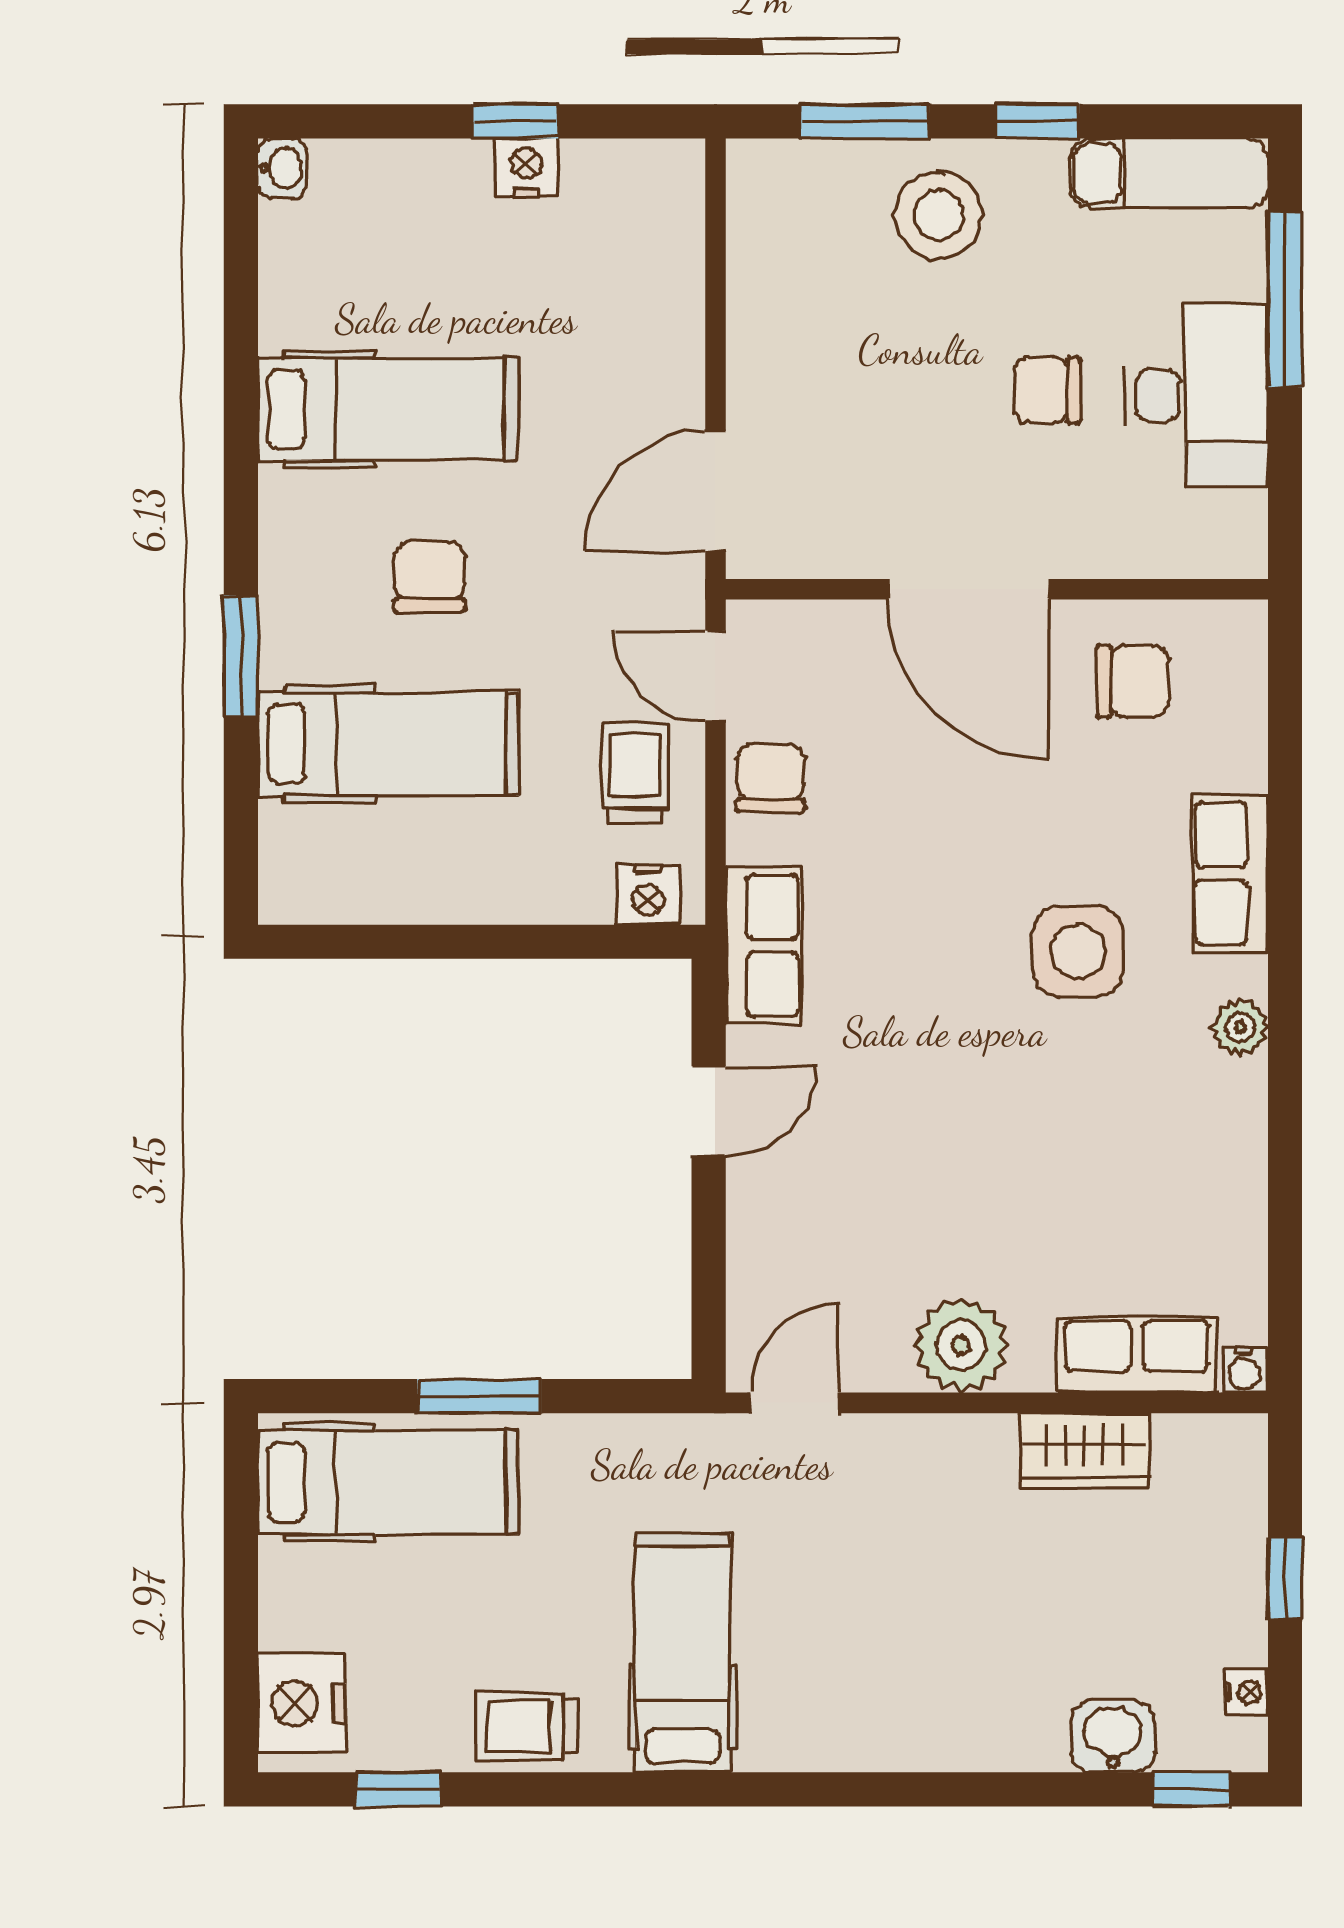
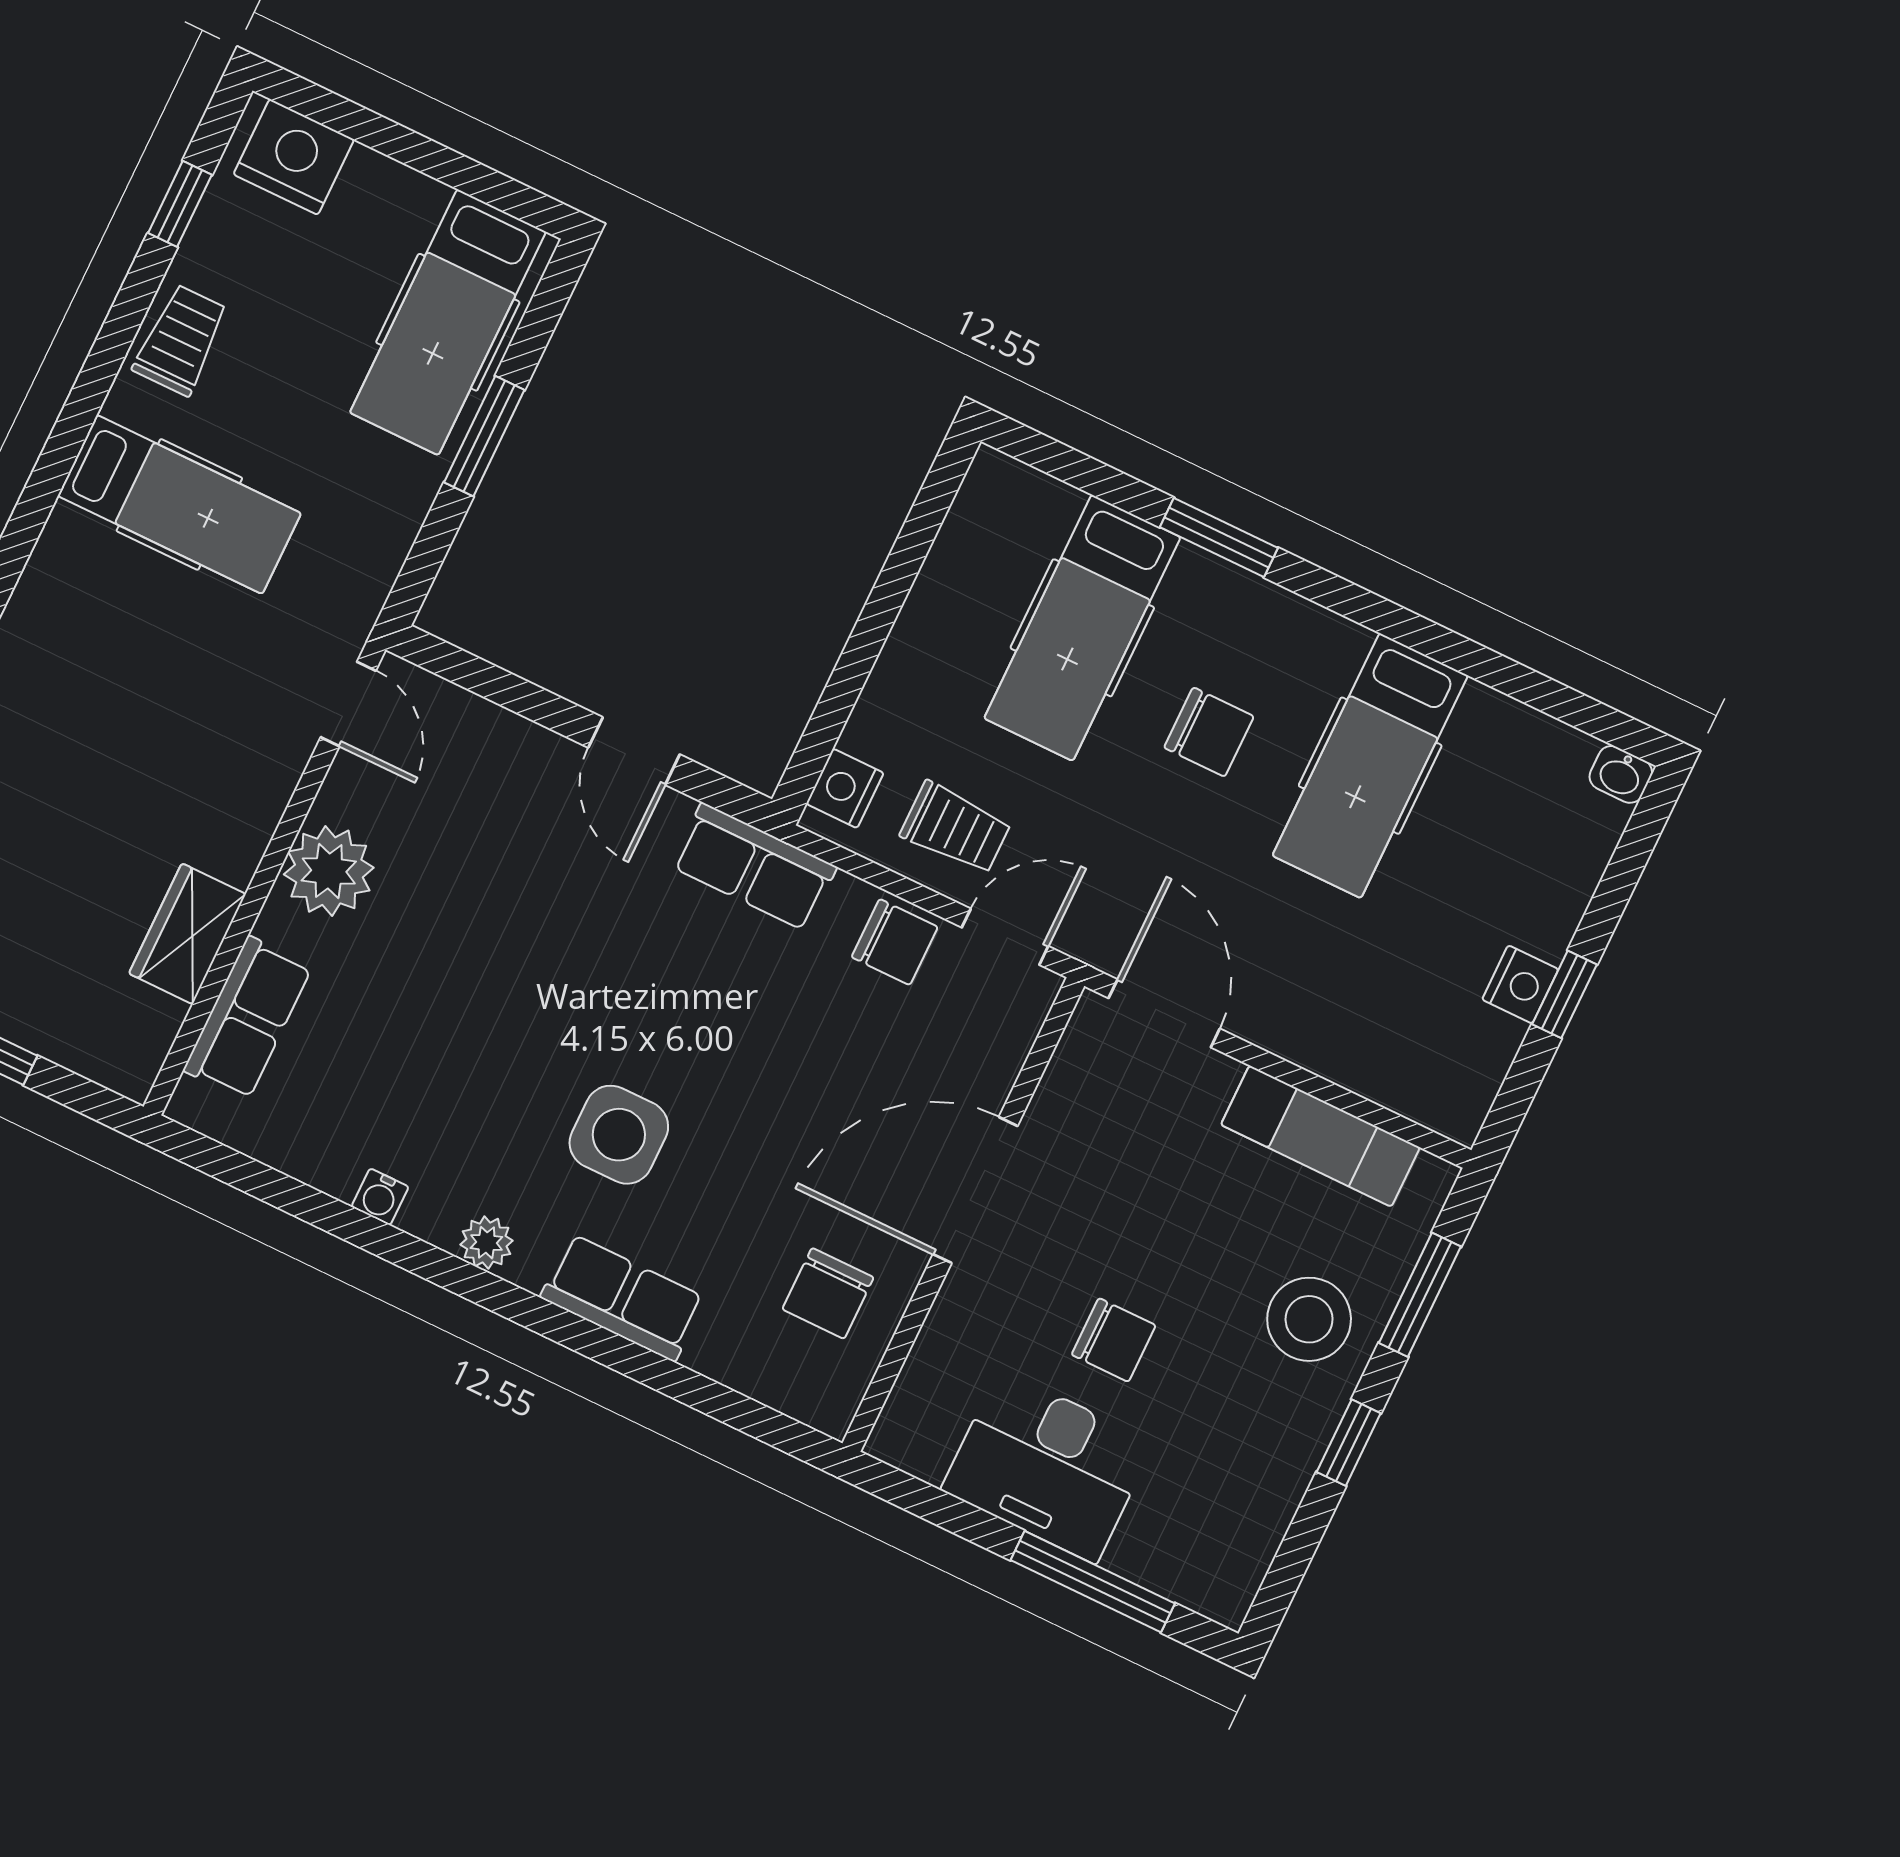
exam couch: (1169, 173) -> (1320, 1136), moved, turned -90
chair: (1047, 390) -> (1114, 1340), turned 90
water cooler: (1244, 1370) -> (380, 1197), moved, turned -90

